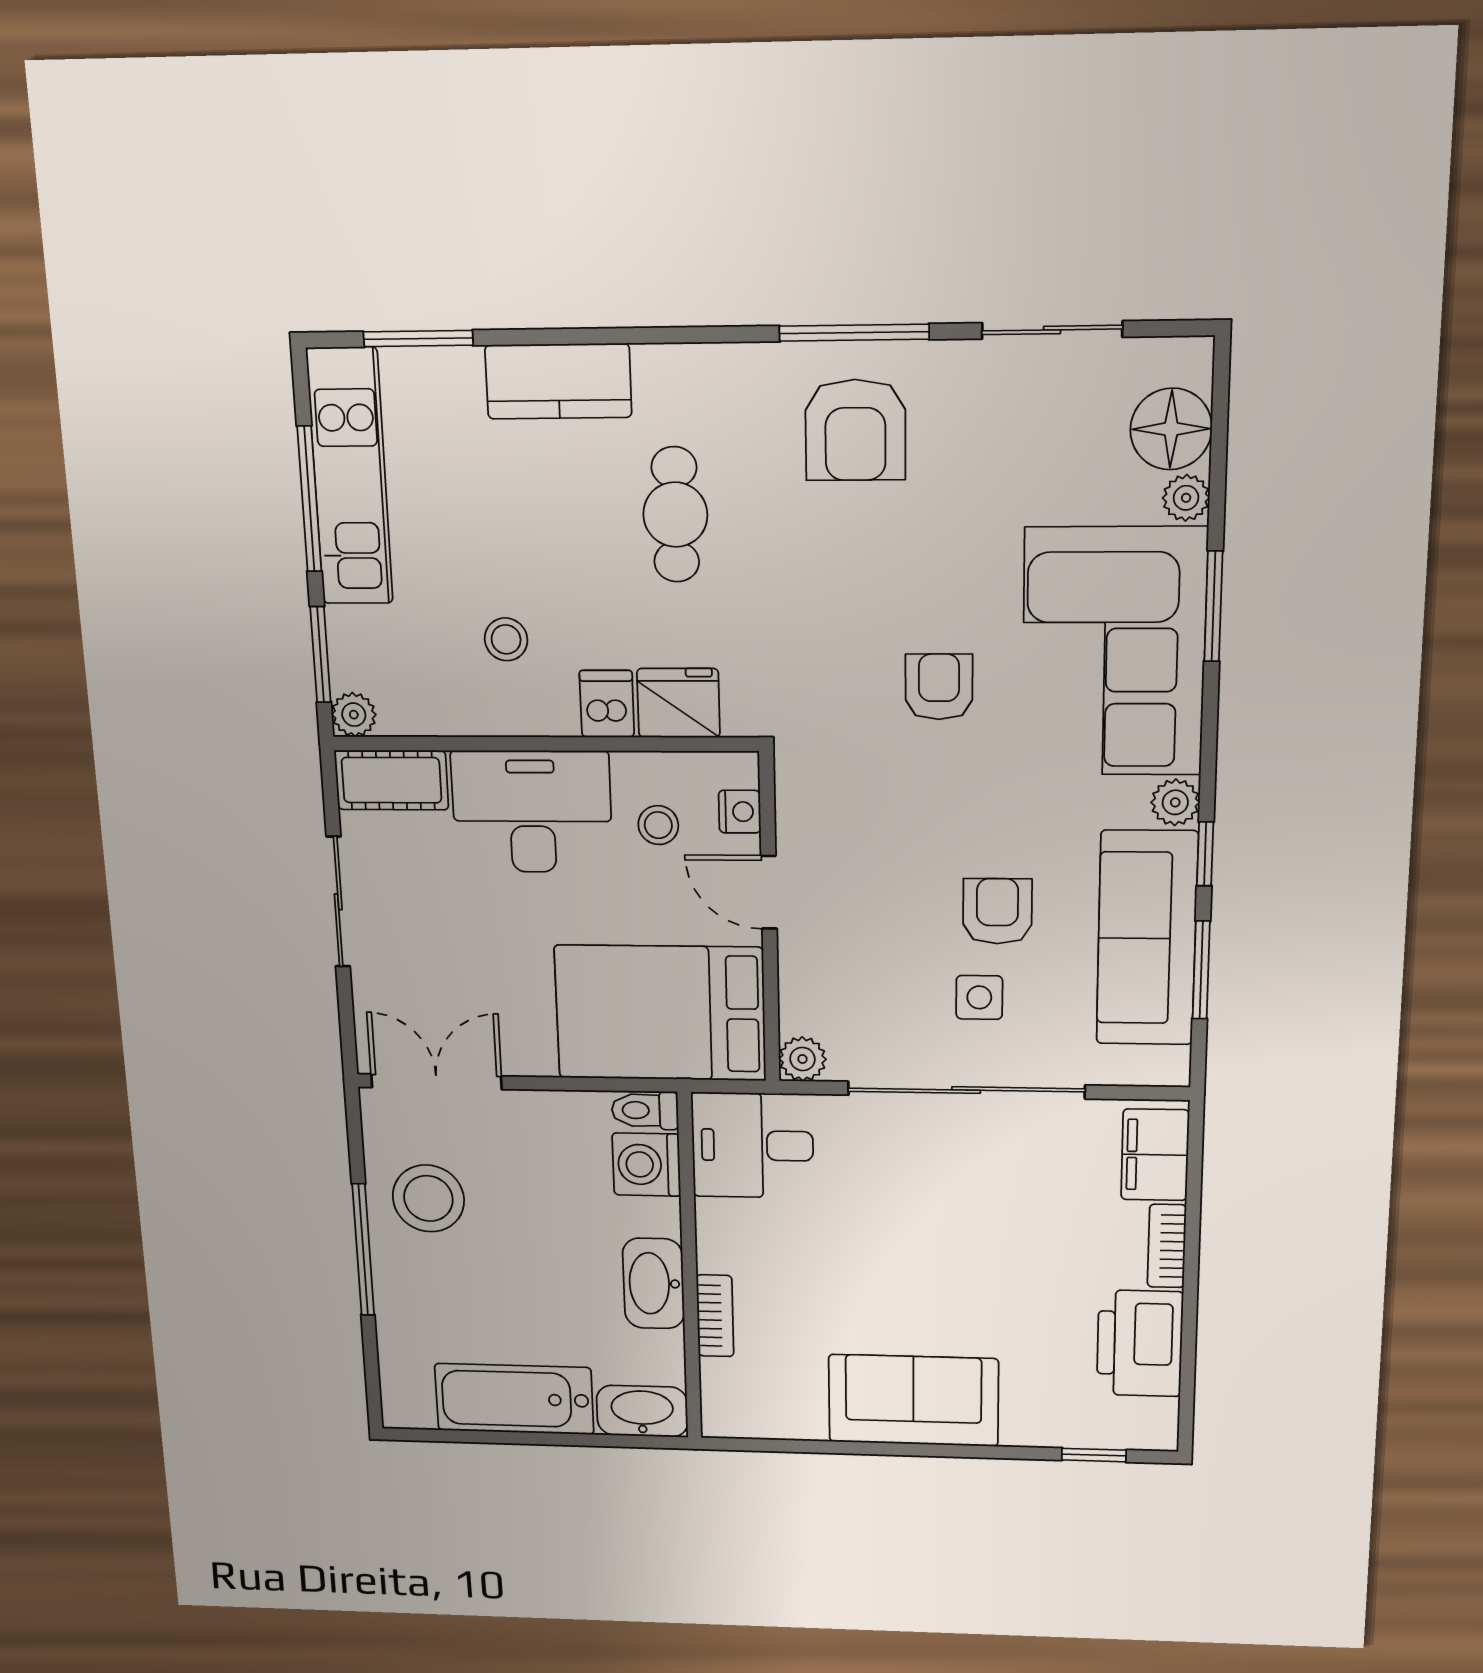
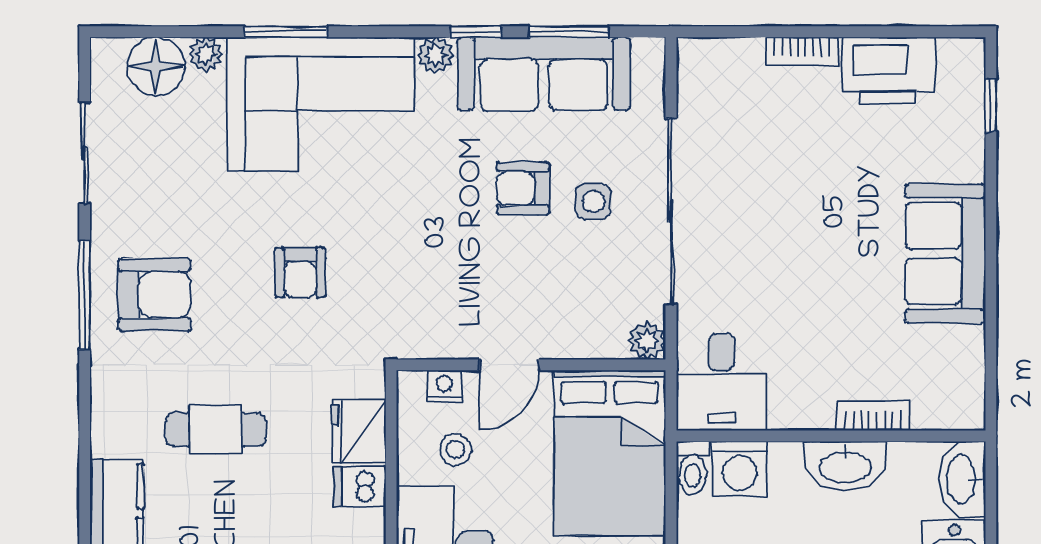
armchair: (939, 687) -> (300, 272), moved, turned -90
filing cabinet: (1155, 1155) -> (723, 63), removed

